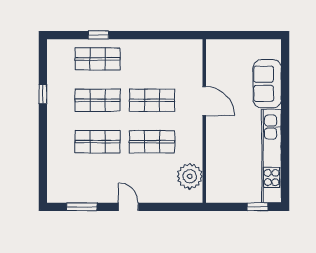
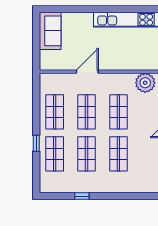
window: (98, 35) -> (36, 143), moved
shop shelf: (152, 59) -> (55, 112), added
sofa: (267, 84) -> (50, 31), moved, turned -90

